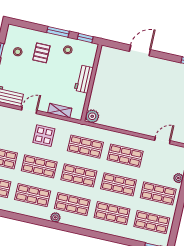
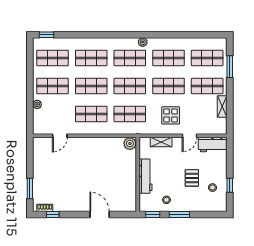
door: (140, 50) -> (100, 214), swing flipped
pallet: (41, 53) -> (192, 178), moved
workbench: (84, 79) -> (145, 176), width x1.38

